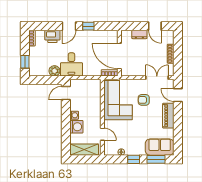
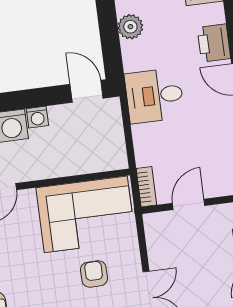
door: (119, 56) -> (189, 204), width x0.53
plant: (54, 71) -> (130, 27), moved

